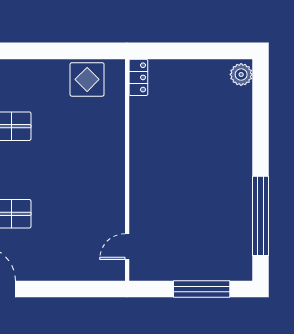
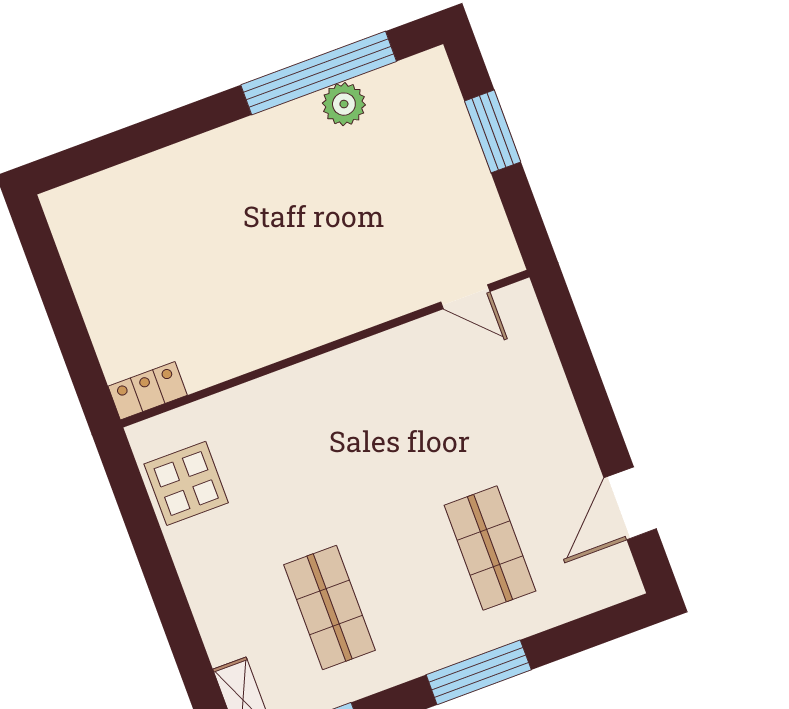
plant: (241, 74) -> (344, 104), moved
window: (202, 289) -> (493, 131), width x0.69

